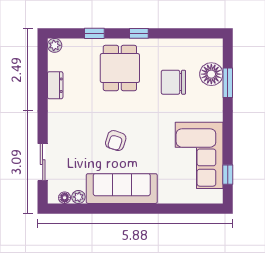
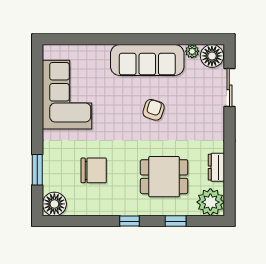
plant: (55, 45) -> (210, 202), width x1.87, depth x1.87
dining table: (120, 68) -> (164, 177), moved, turned 90
floor lamp: (211, 74) -> (54, 204), moved
window: (228, 175) -> (37, 74), removed
floor lamp: (65, 198) -> (212, 56), width x1.89, depth x1.89

